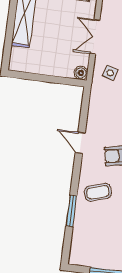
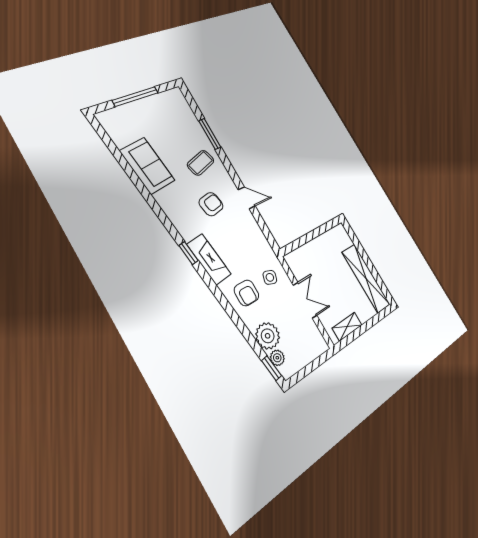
boiler: (81, 73) -> (291, 260), removed

